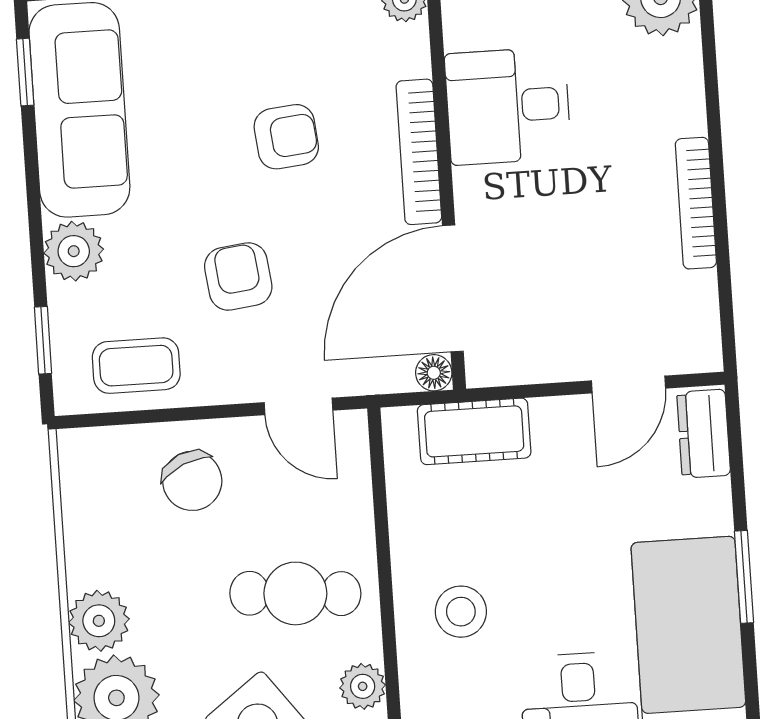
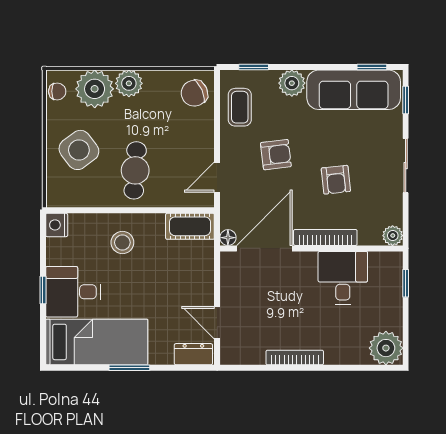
door: (453, 288) -> (264, 248), hinge flipped
cot: (474, 431) -> (190, 226), moved, turned 90
chair: (192, 481) -> (194, 93), moved
plant: (363, 686) -> (92, 197), removed

